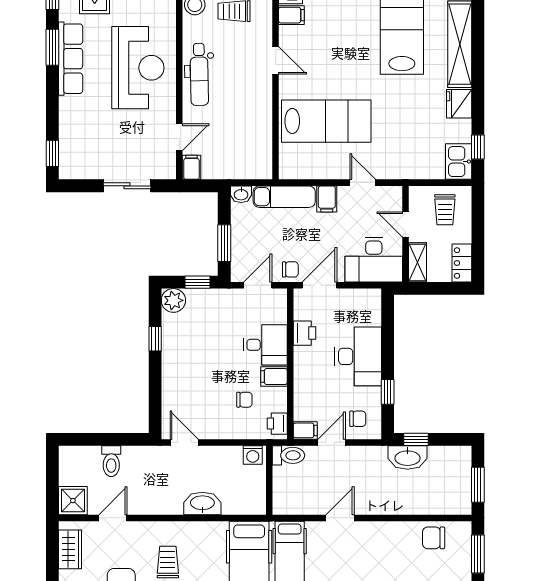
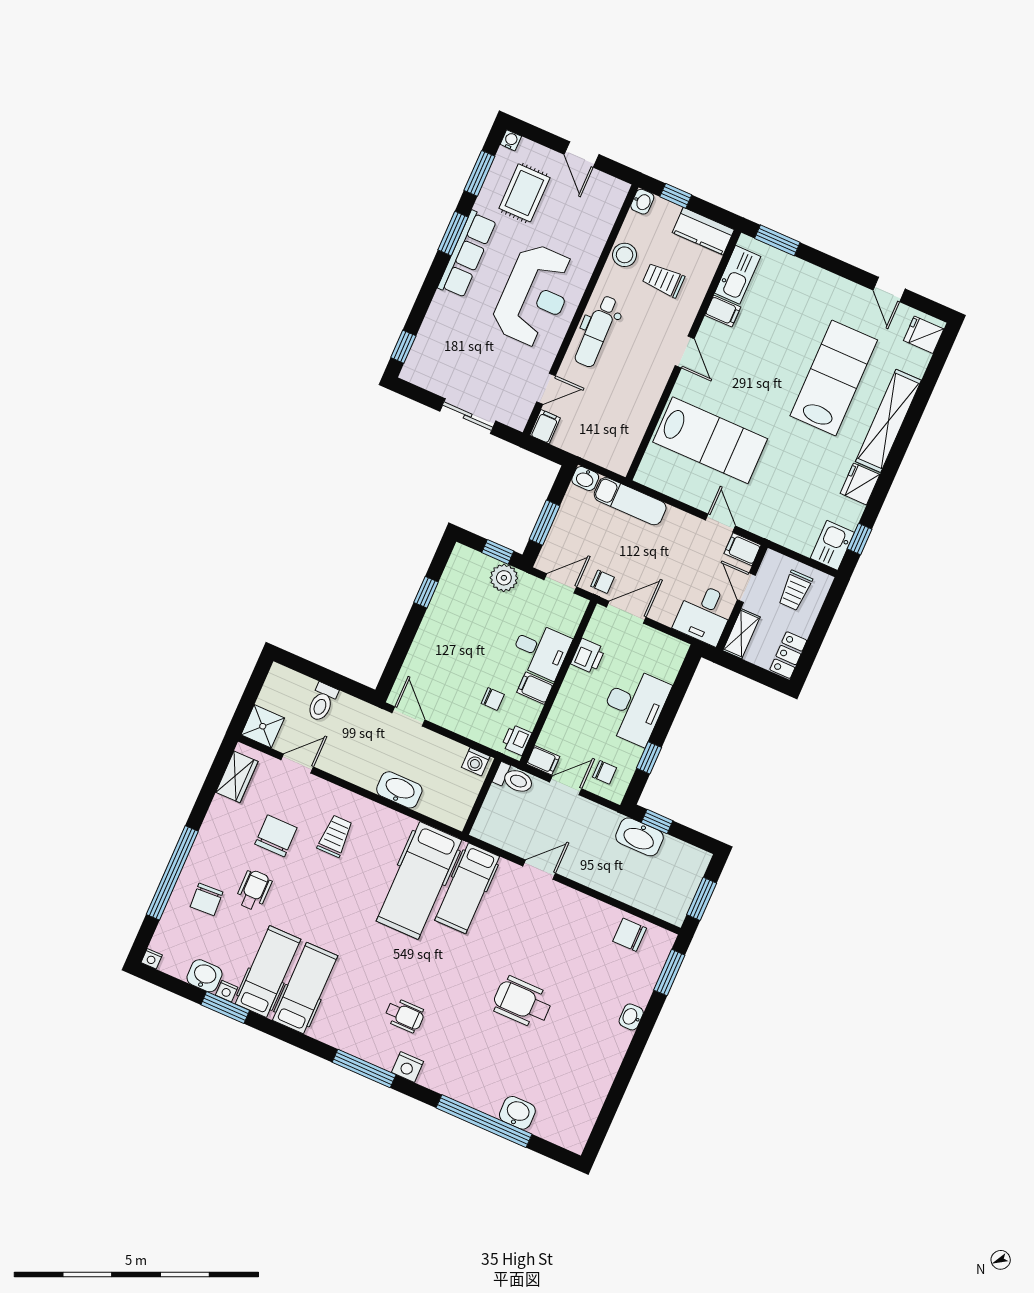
filing cabinet: (327, 199) -> (742, 549), moved, turned 90
desk: (374, 260) -> (704, 614), width x0.73
plant: (173, 300) -> (504, 578), moved

